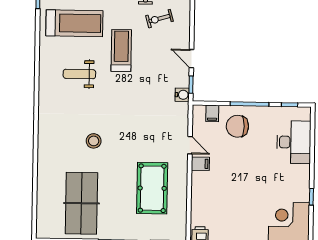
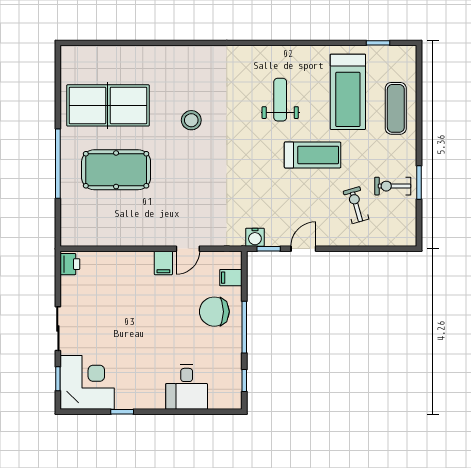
chair: (237, 126) -> (214, 312), turned -90
desk: (294, 142) -> (187, 387), width x0.73
pool table: (152, 188) -> (116, 170), moved

